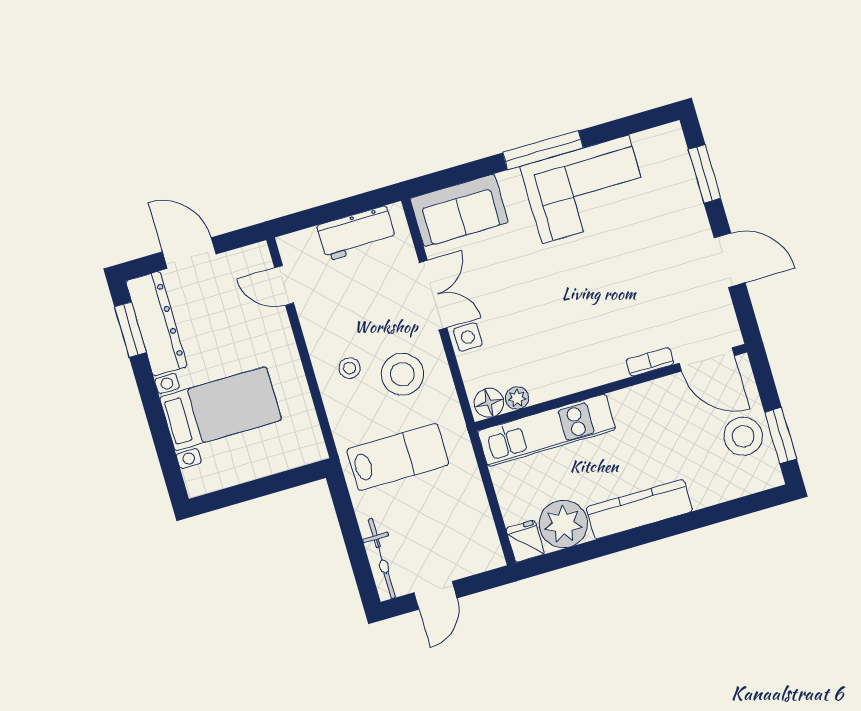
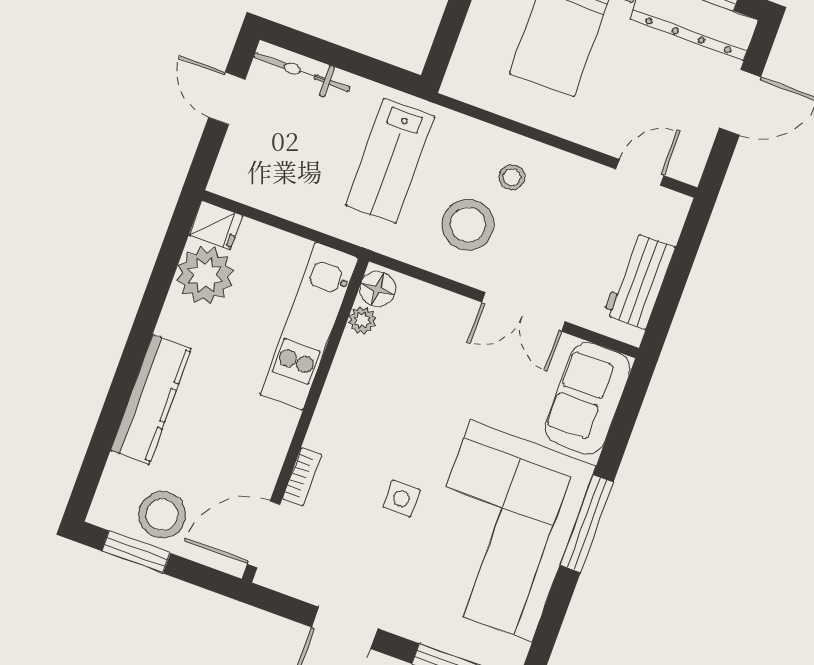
corner sofa: (585, 189) -> (501, 531), width x1.36, depth x1.36
side table: (468, 337) -> (401, 498), moved
kitchen counter: (639, 509) -> (151, 399), moved

